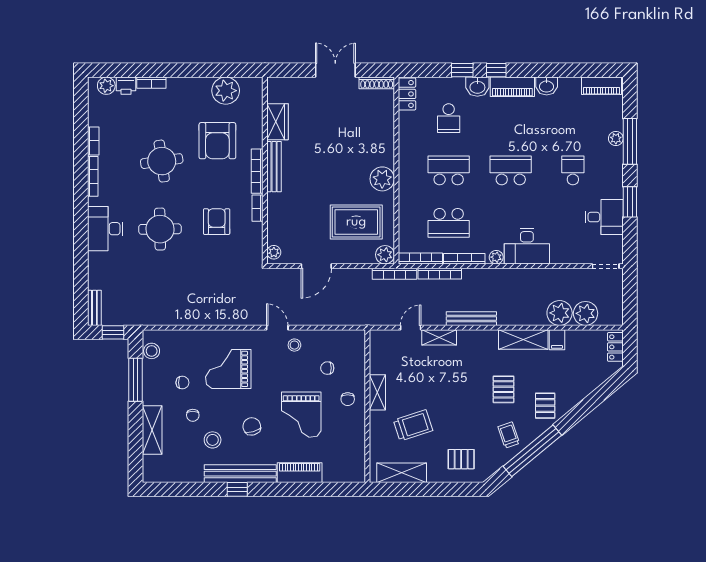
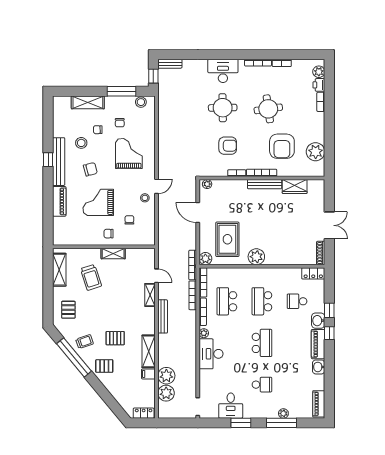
armchair: (217, 141) -> (282, 146), turned -90
school desk: (449, 170) -> (262, 301), turned 180

